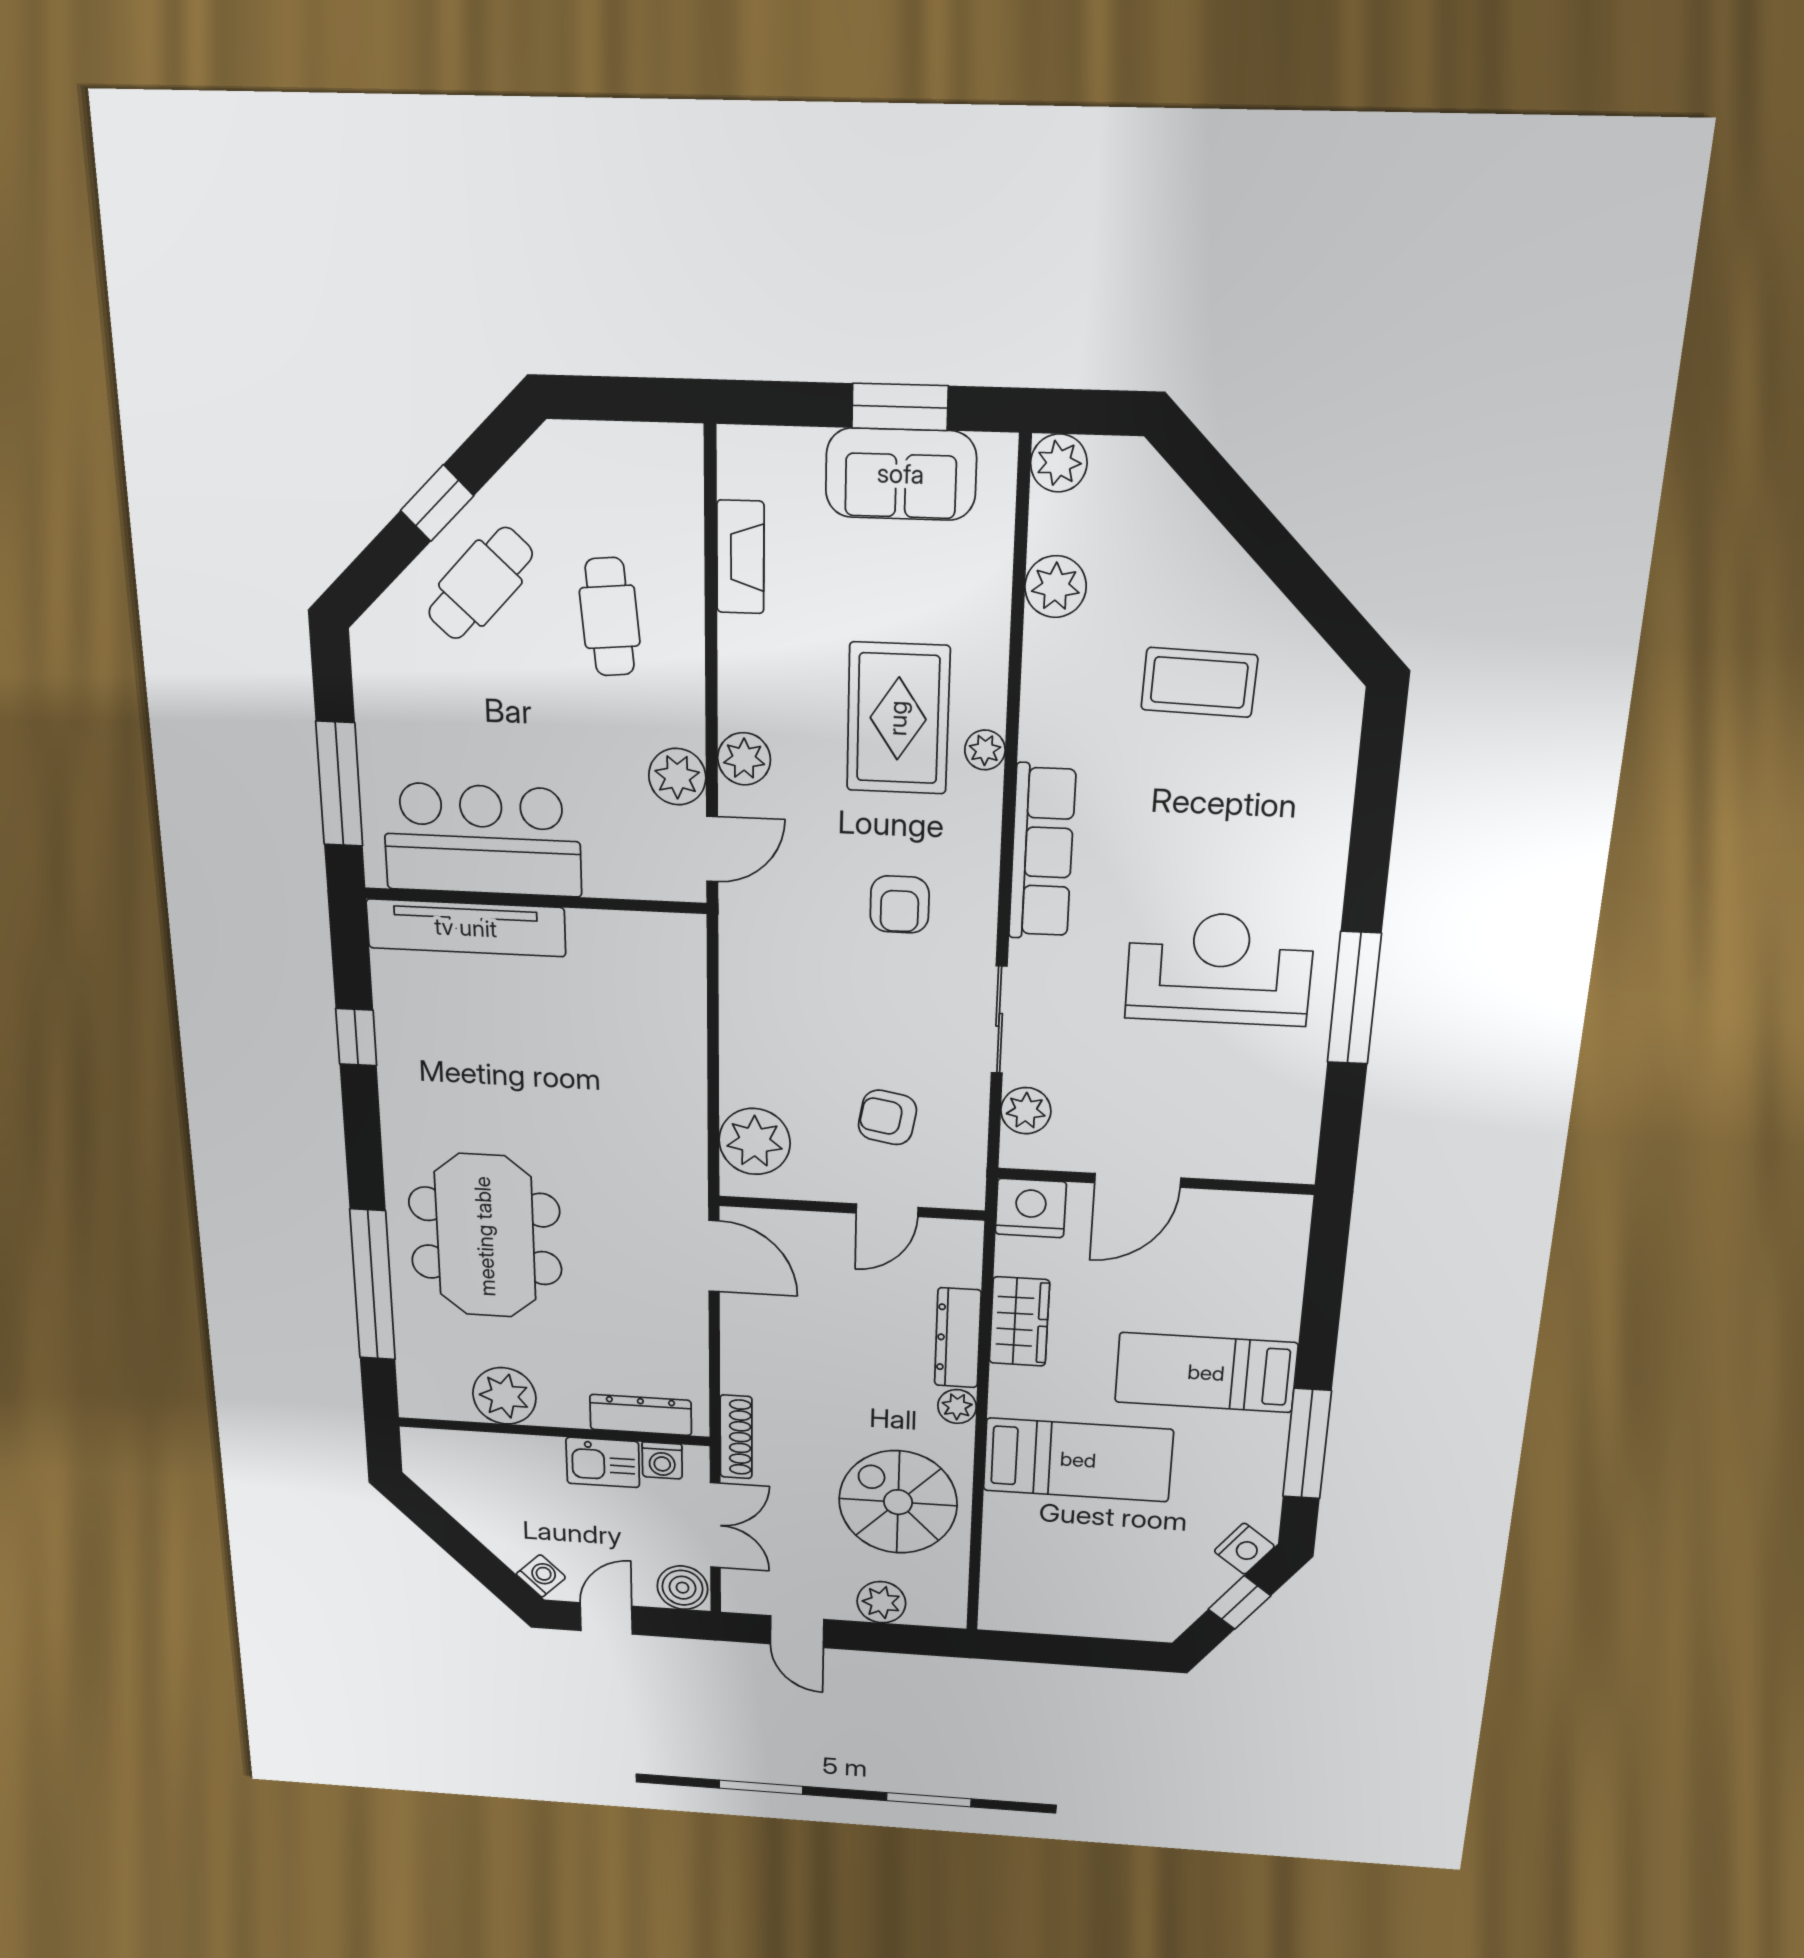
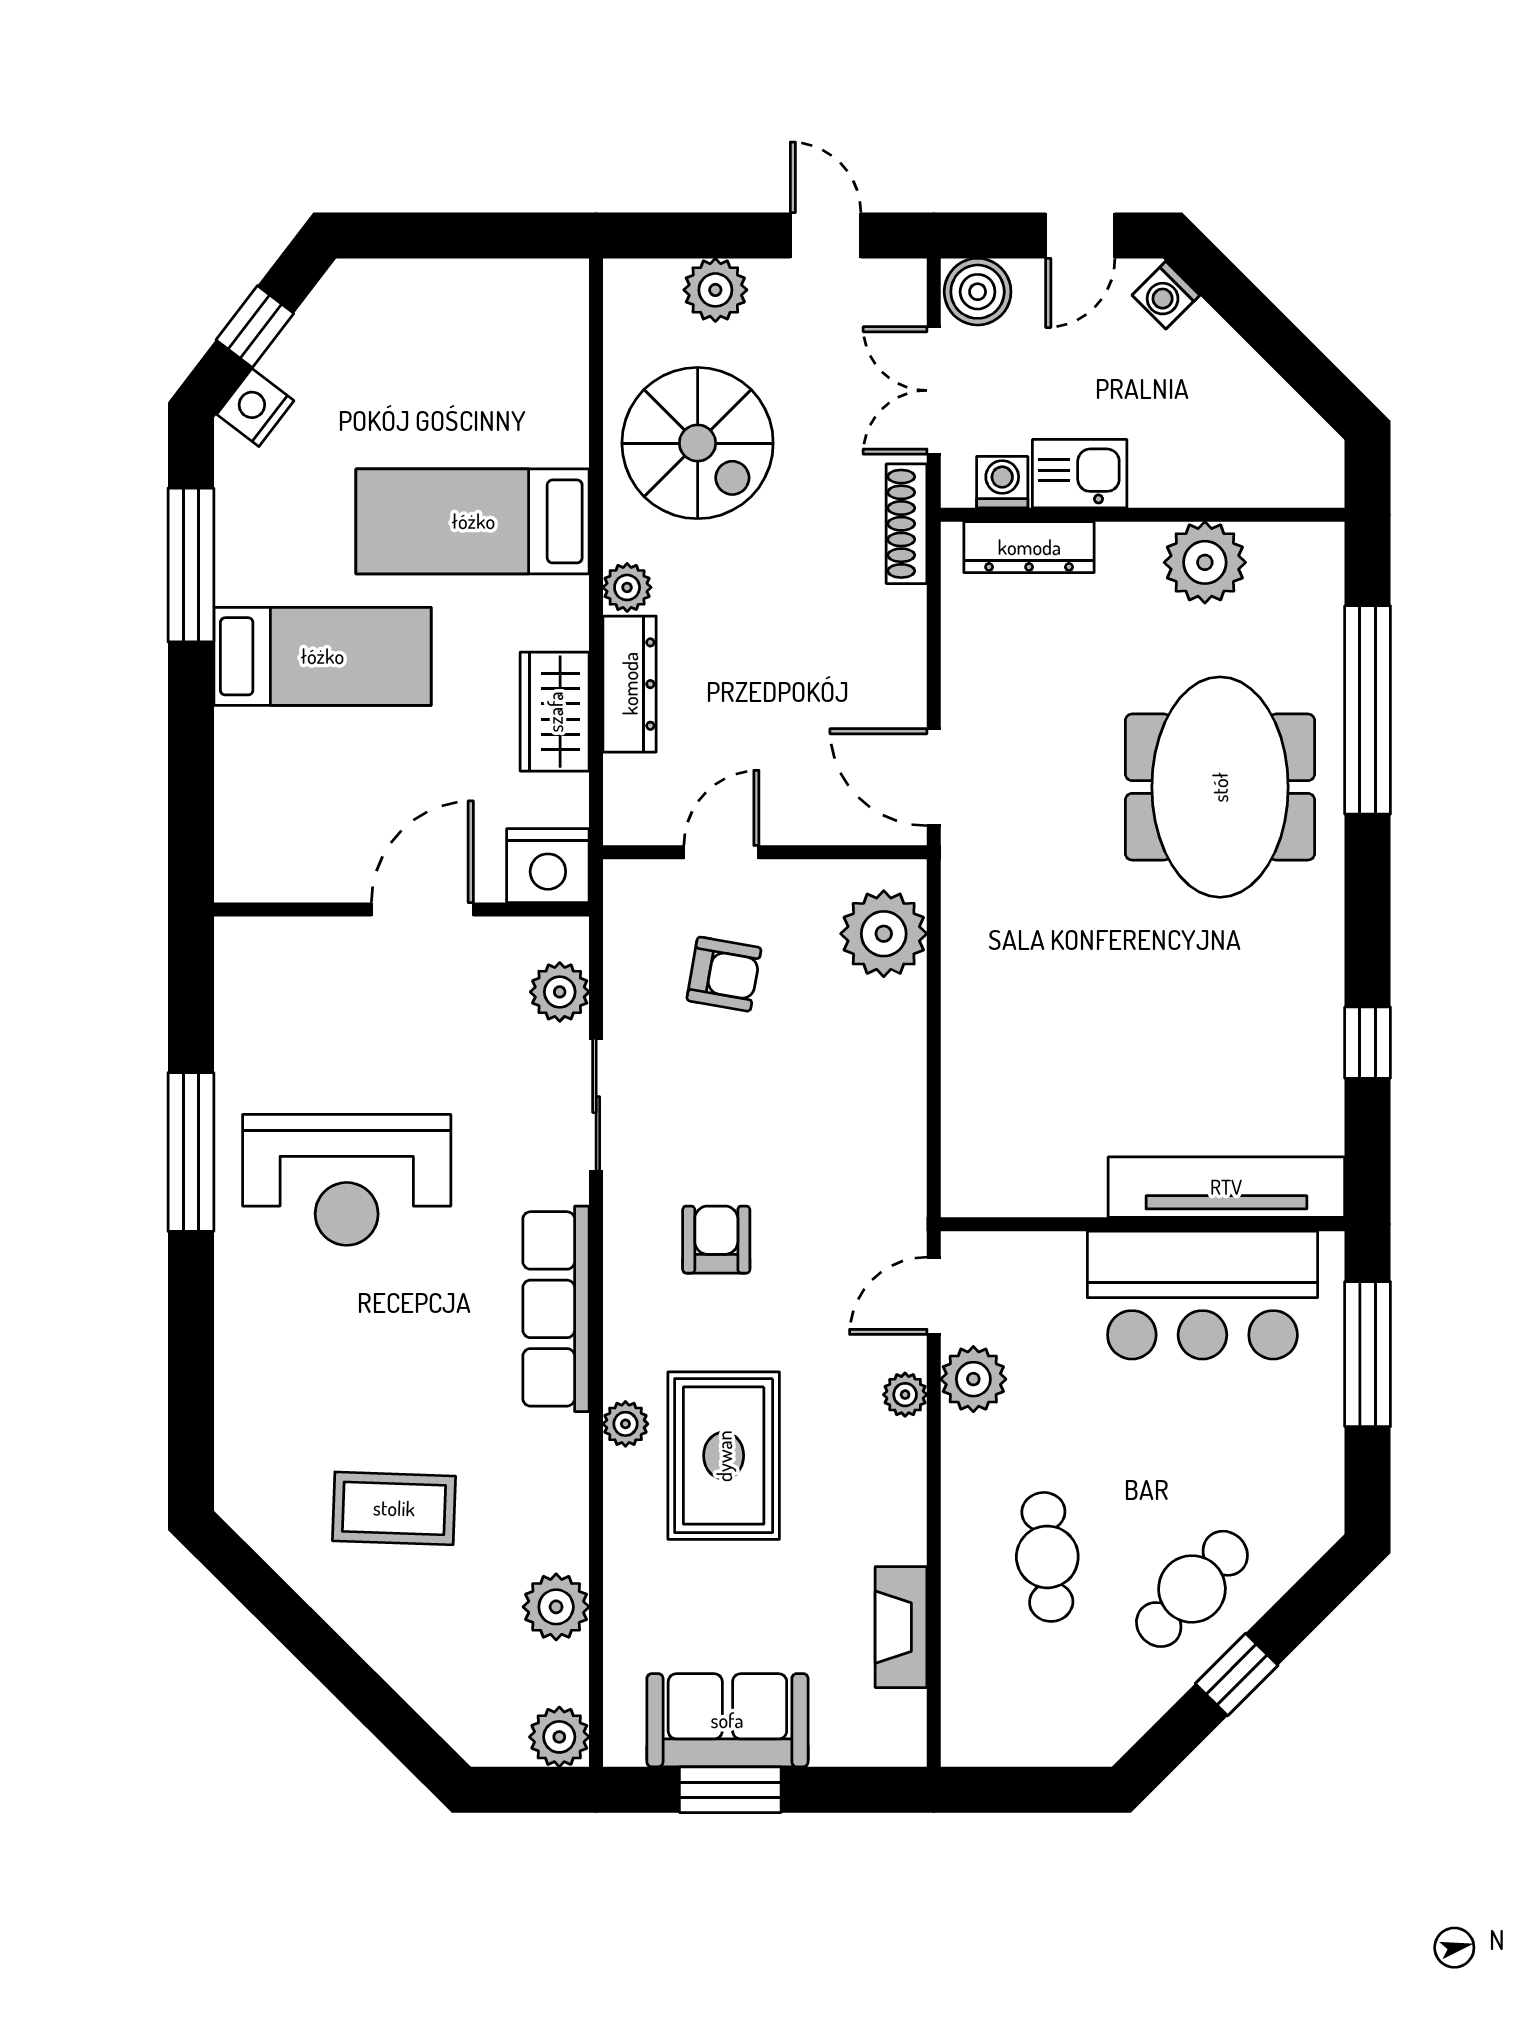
plant: (744, 759) -> (905, 1395), width x0.73, depth x0.73

